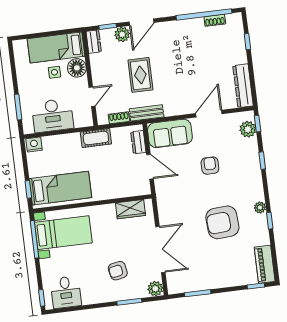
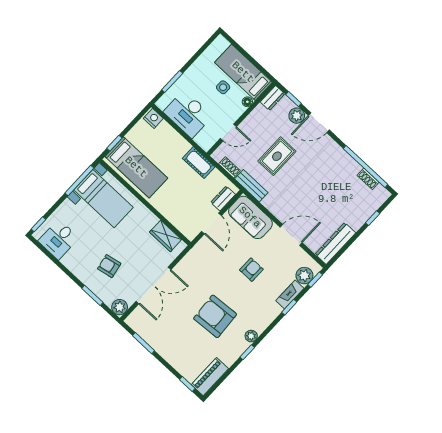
floor lamp: (77, 68) -> (247, 102), width x0.53, depth x0.53
fireplace: (253, 152) -> (290, 294), added

